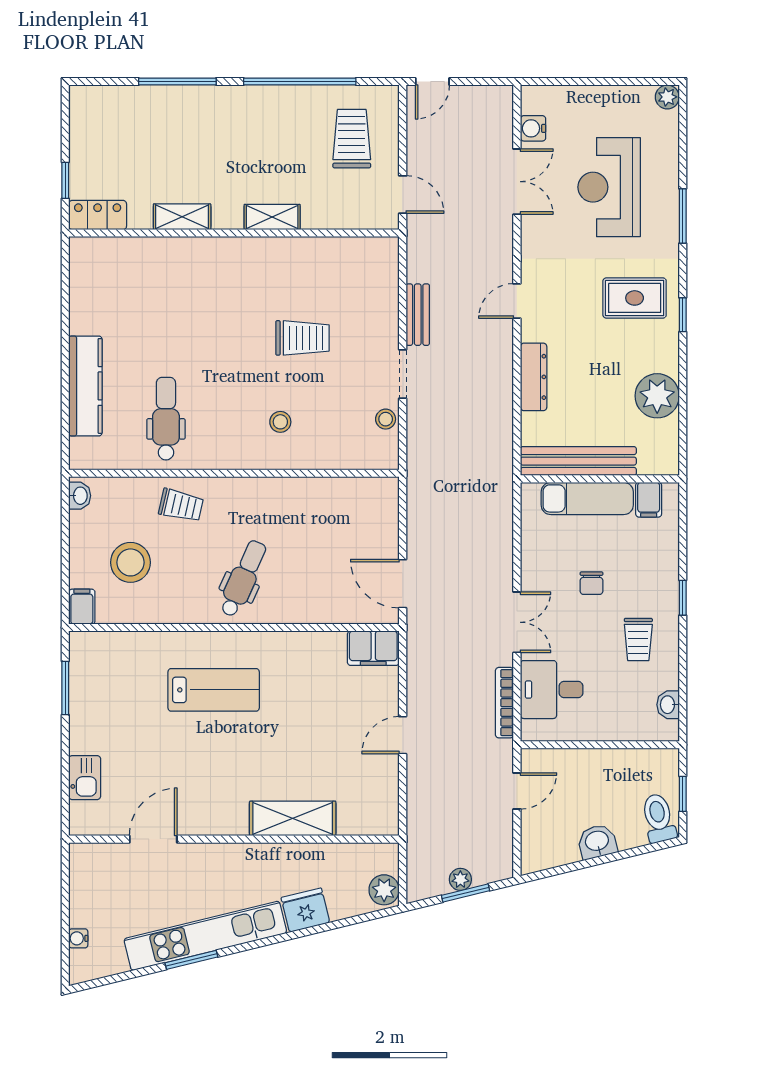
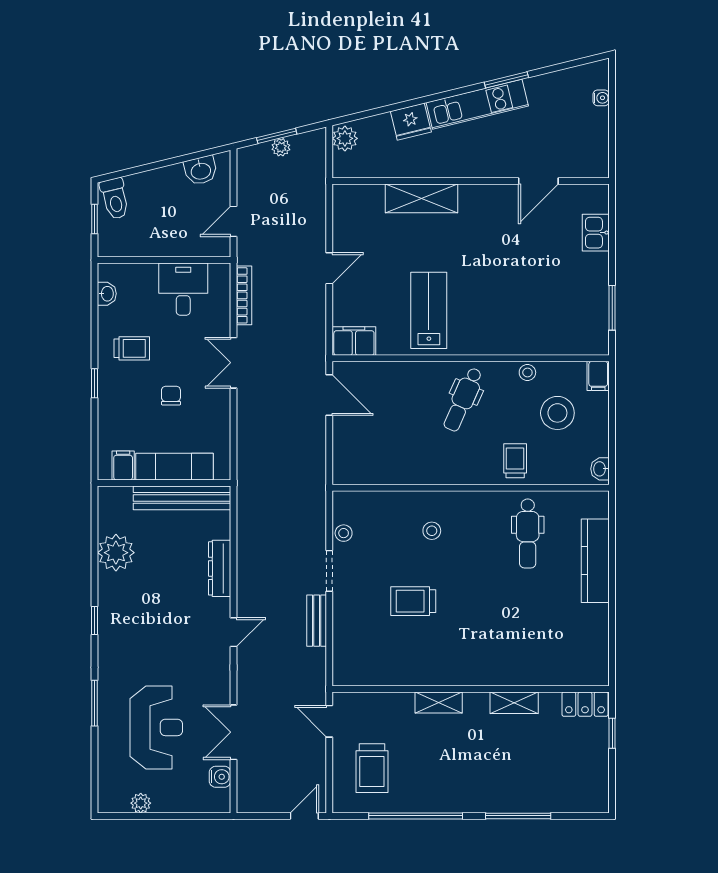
plant: (667, 97) -> (141, 803), moved
rug: (635, 298) -> (135, 635), removed
trolley: (181, 505) -> (515, 461), turned 77
stool: (166, 611) -> (527, 372), added
trolley: (638, 639) -> (132, 348), turned 90
lab bench: (214, 690) -> (429, 310), moved, turned 90
desk: (552, 690) -> (183, 289), moved, turned -90
washbasin: (597, 842) -> (201, 170), moved
kitchen unit: (205, 936) -> (477, 104), width x0.73

